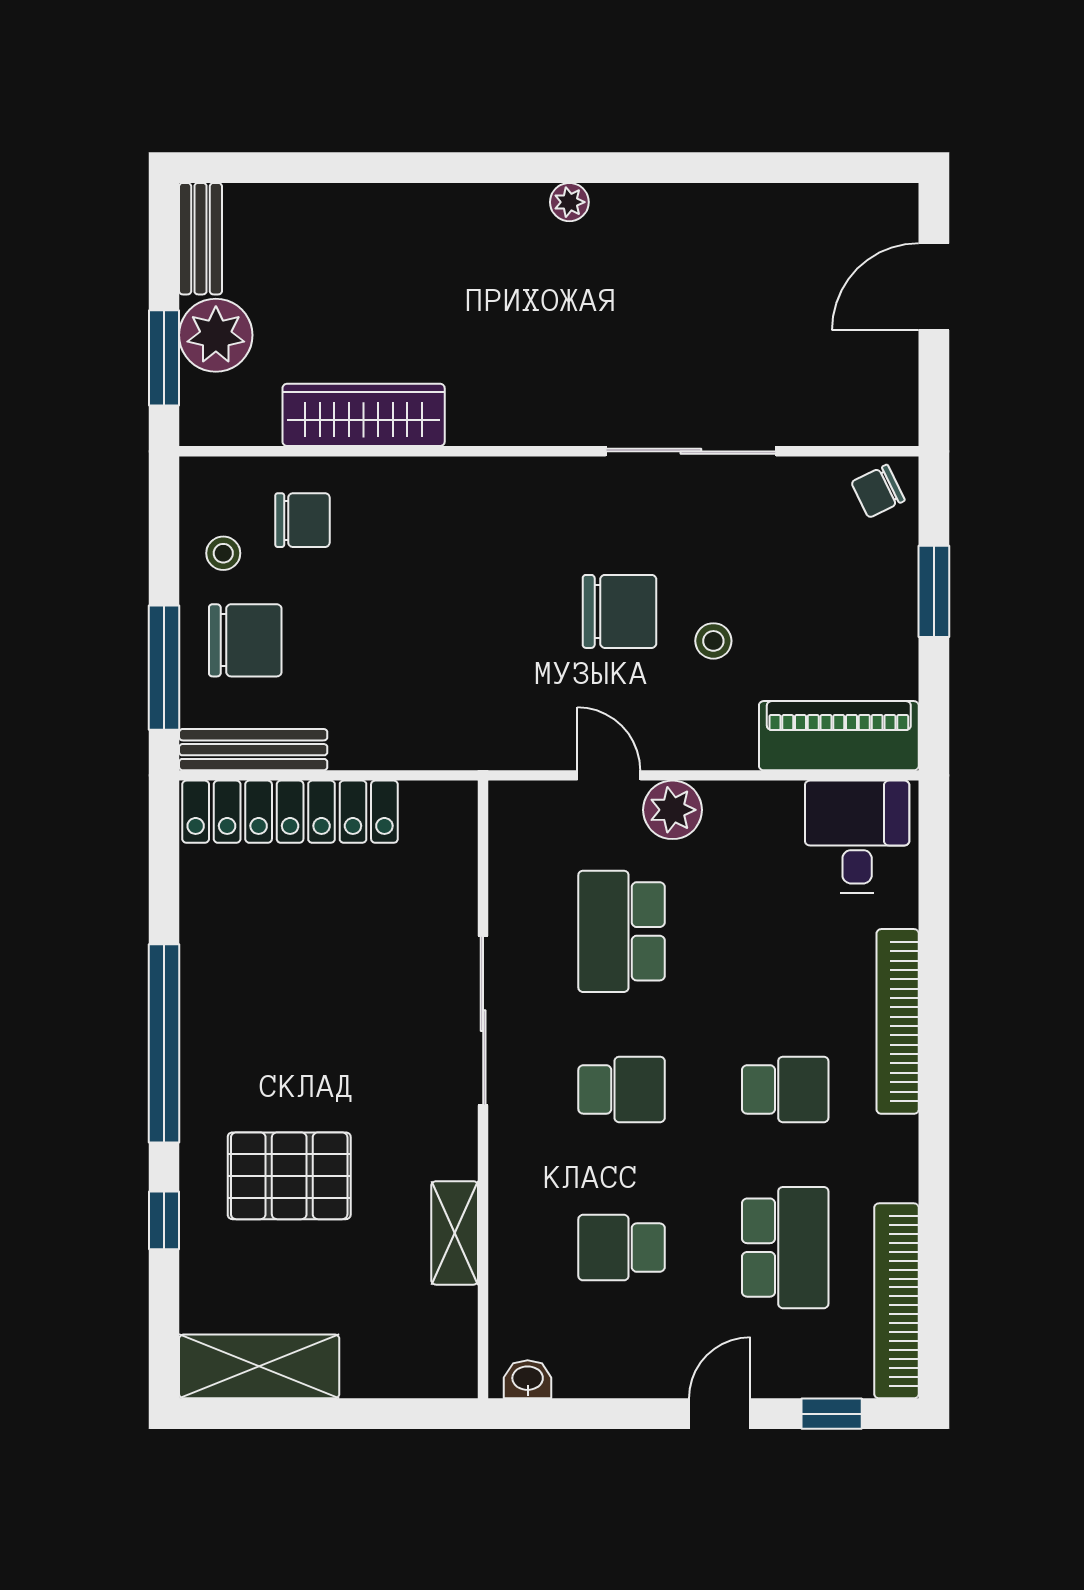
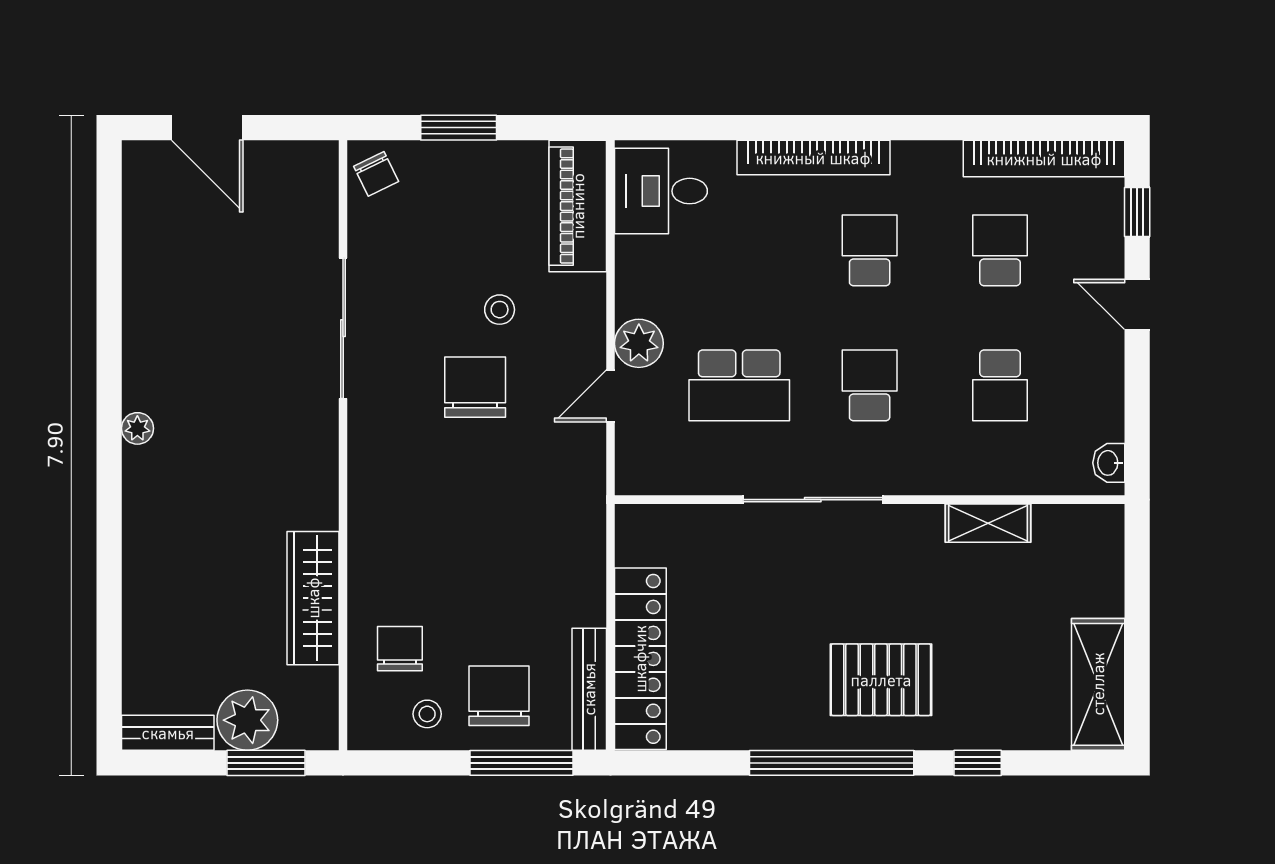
pallet: (289, 1176) -> (881, 680), moved, turned 90
school desk: (785, 1248) -> (1000, 250), width x0.54

